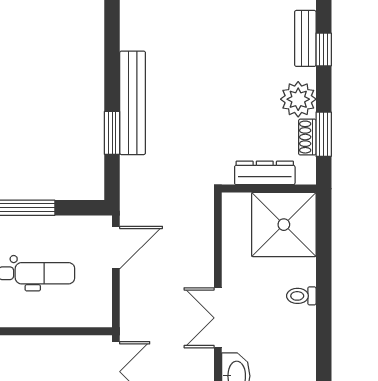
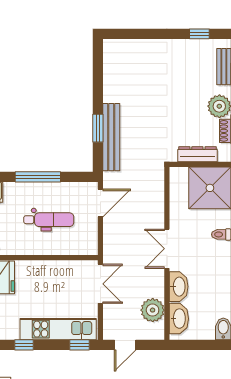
bench: (133, 103) -> (111, 137), moved

